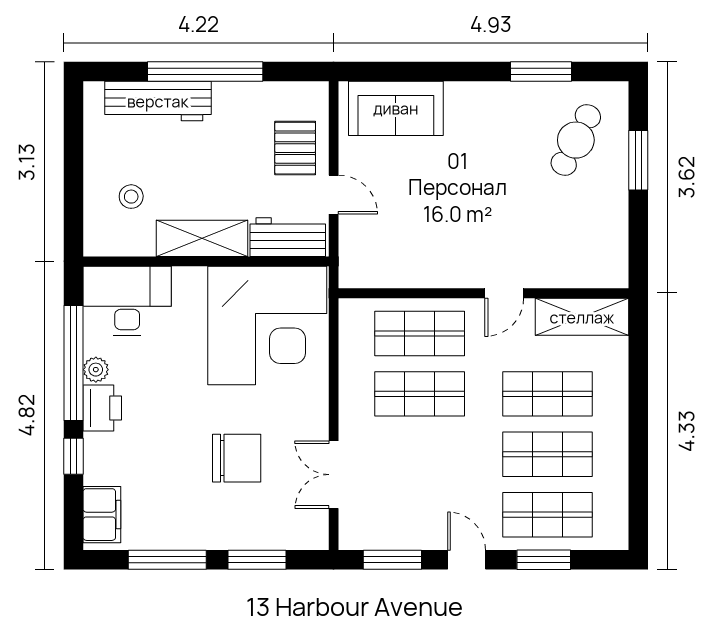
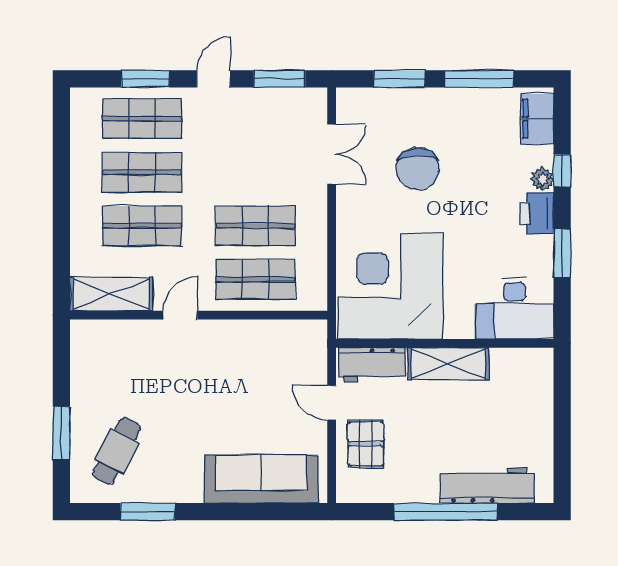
sofa: (396, 108) -> (261, 479), width x1.36
stool: (131, 197) -> (511, 401), removed
window: (73, 363) -> (562, 253), width x0.47
plant: (96, 370) -> (542, 179), moved
chair: (237, 458) -> (417, 169), turned -90
door: (467, 560) -> (214, 79), swing flipped

